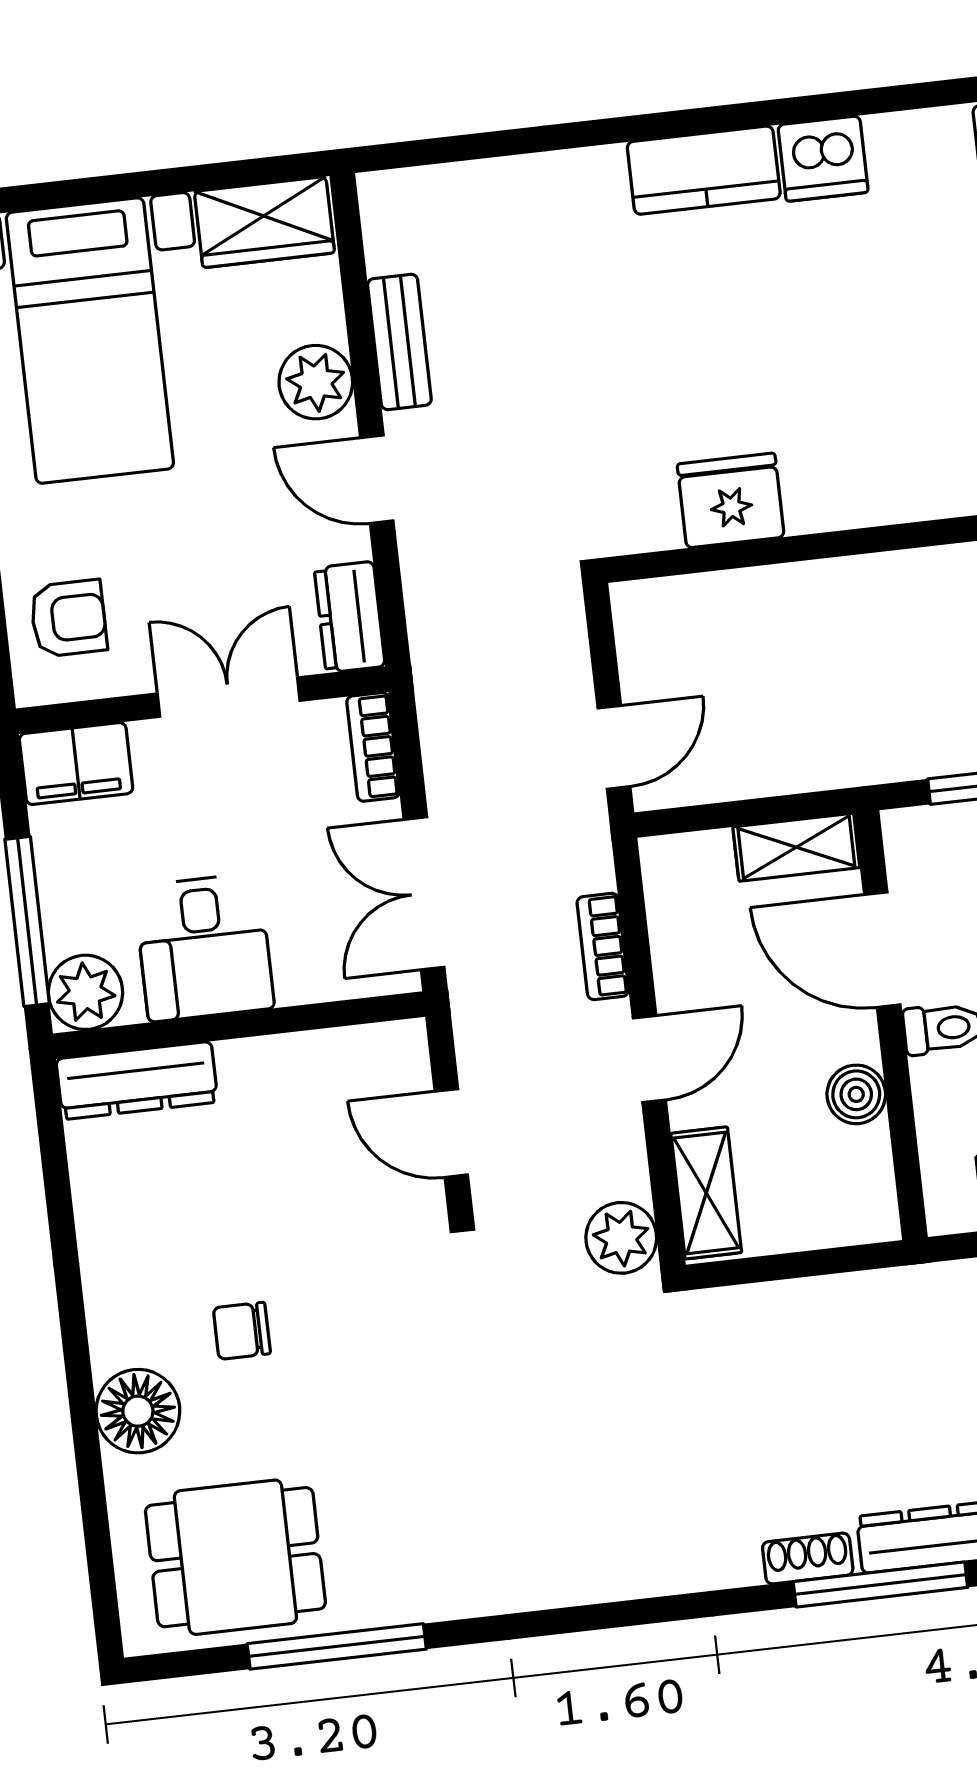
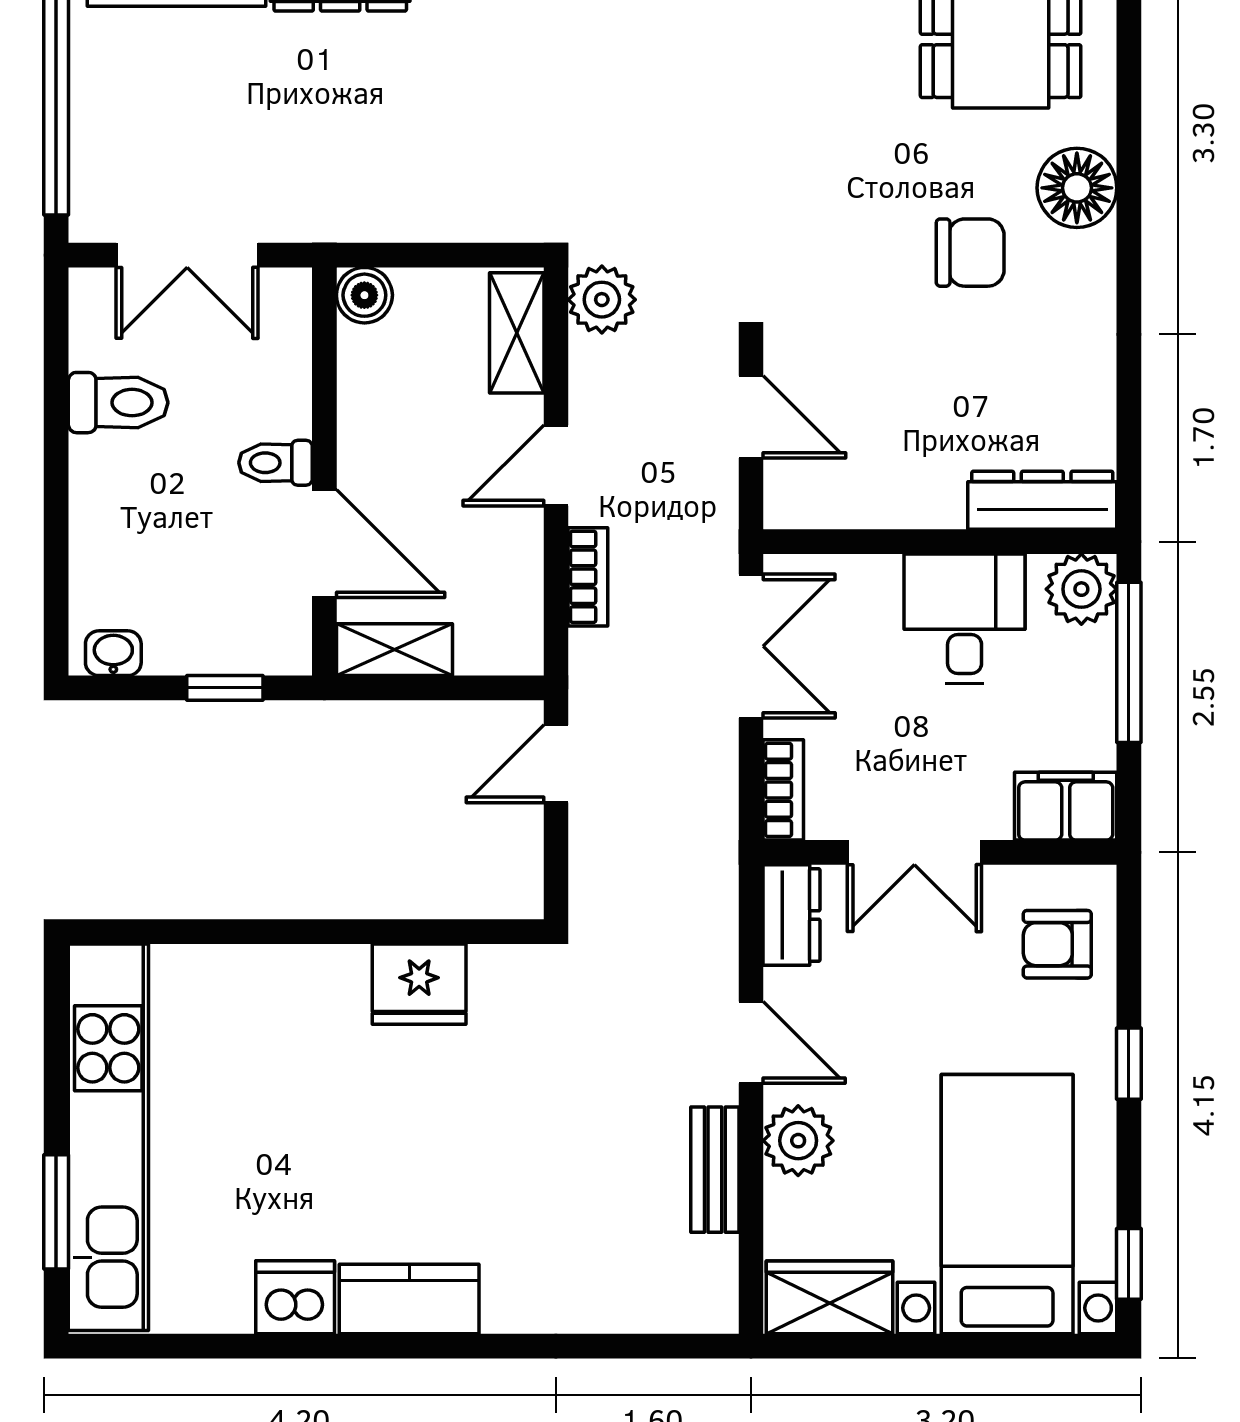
boiler: (856, 1094) -> (364, 295), moved
chair: (242, 1331) -> (970, 253), width x1.37, depth x1.37

